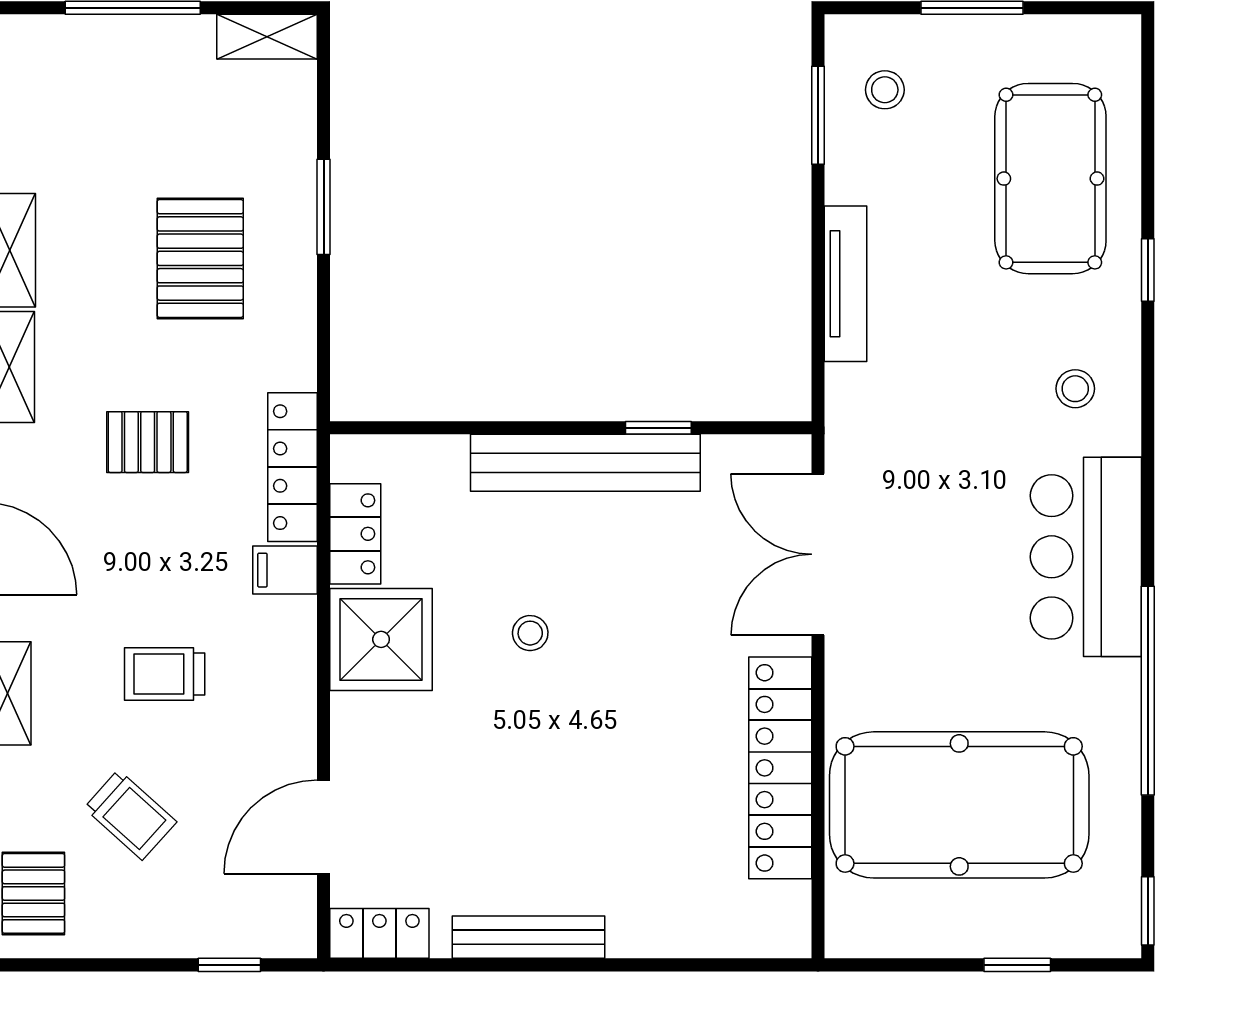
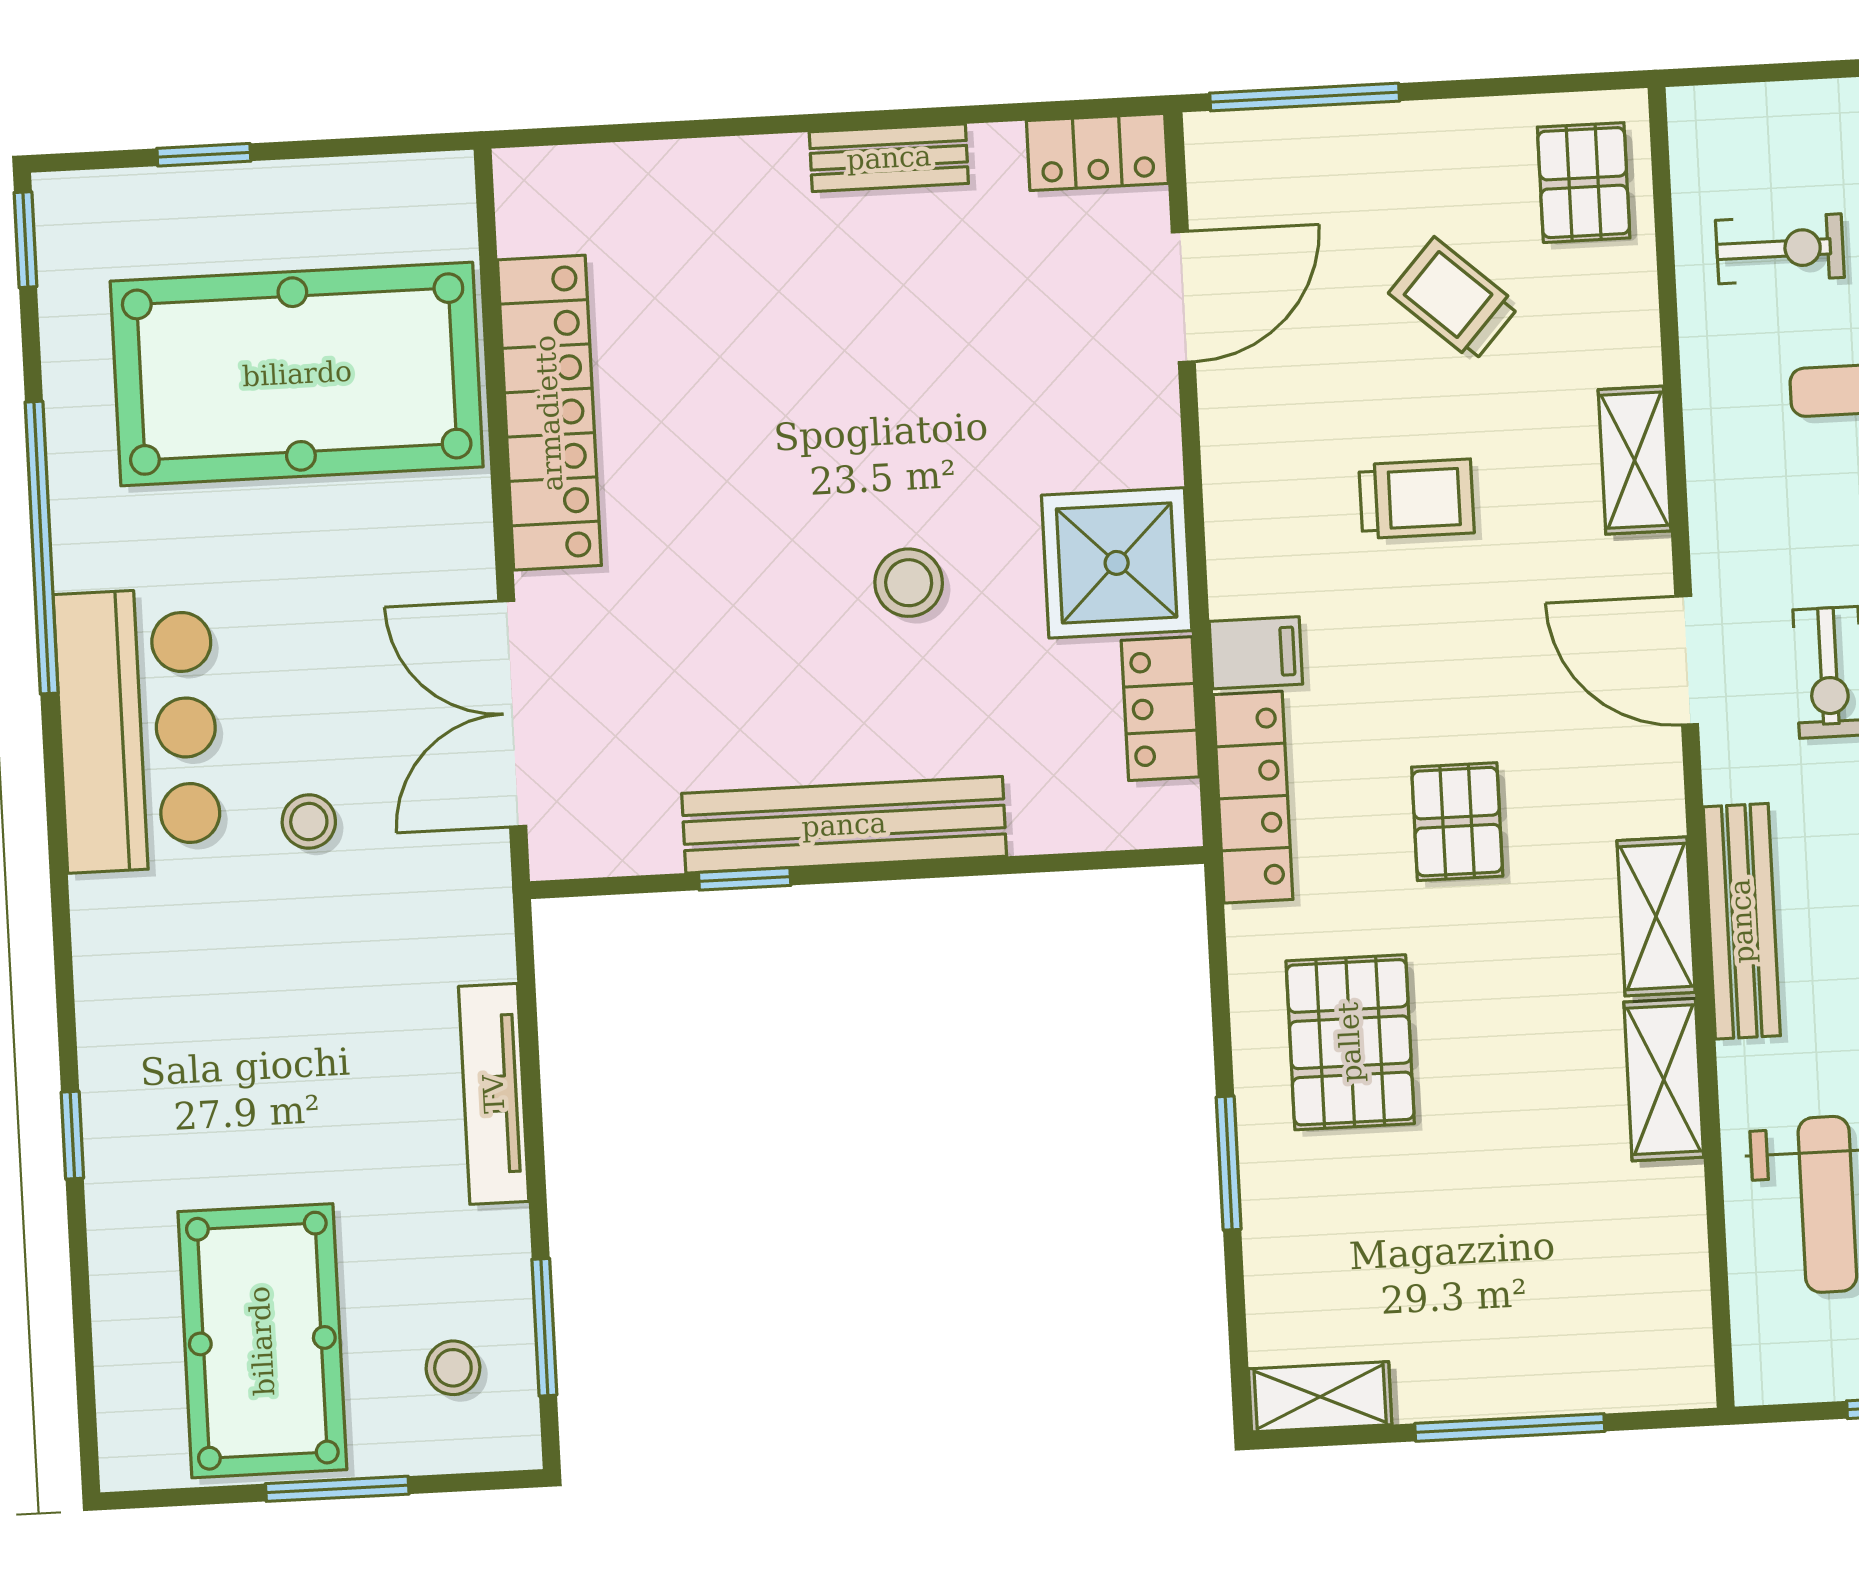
pool table: (1050, 179) -> (262, 1341), moved
pallet: (200, 258) -> (1350, 1042), moved
stool: (1075, 389) -> (309, 822), moved
pallet: (148, 442) -> (1457, 822), turned 90
double door: (818, 554) -> (512, 714), swing flipped
stool: (530, 633) -> (909, 583), width x1.37, depth x1.37
bench: (528, 937) -> (889, 158), width x0.73
window: (229, 965) -> (1305, 97), width x2.17

